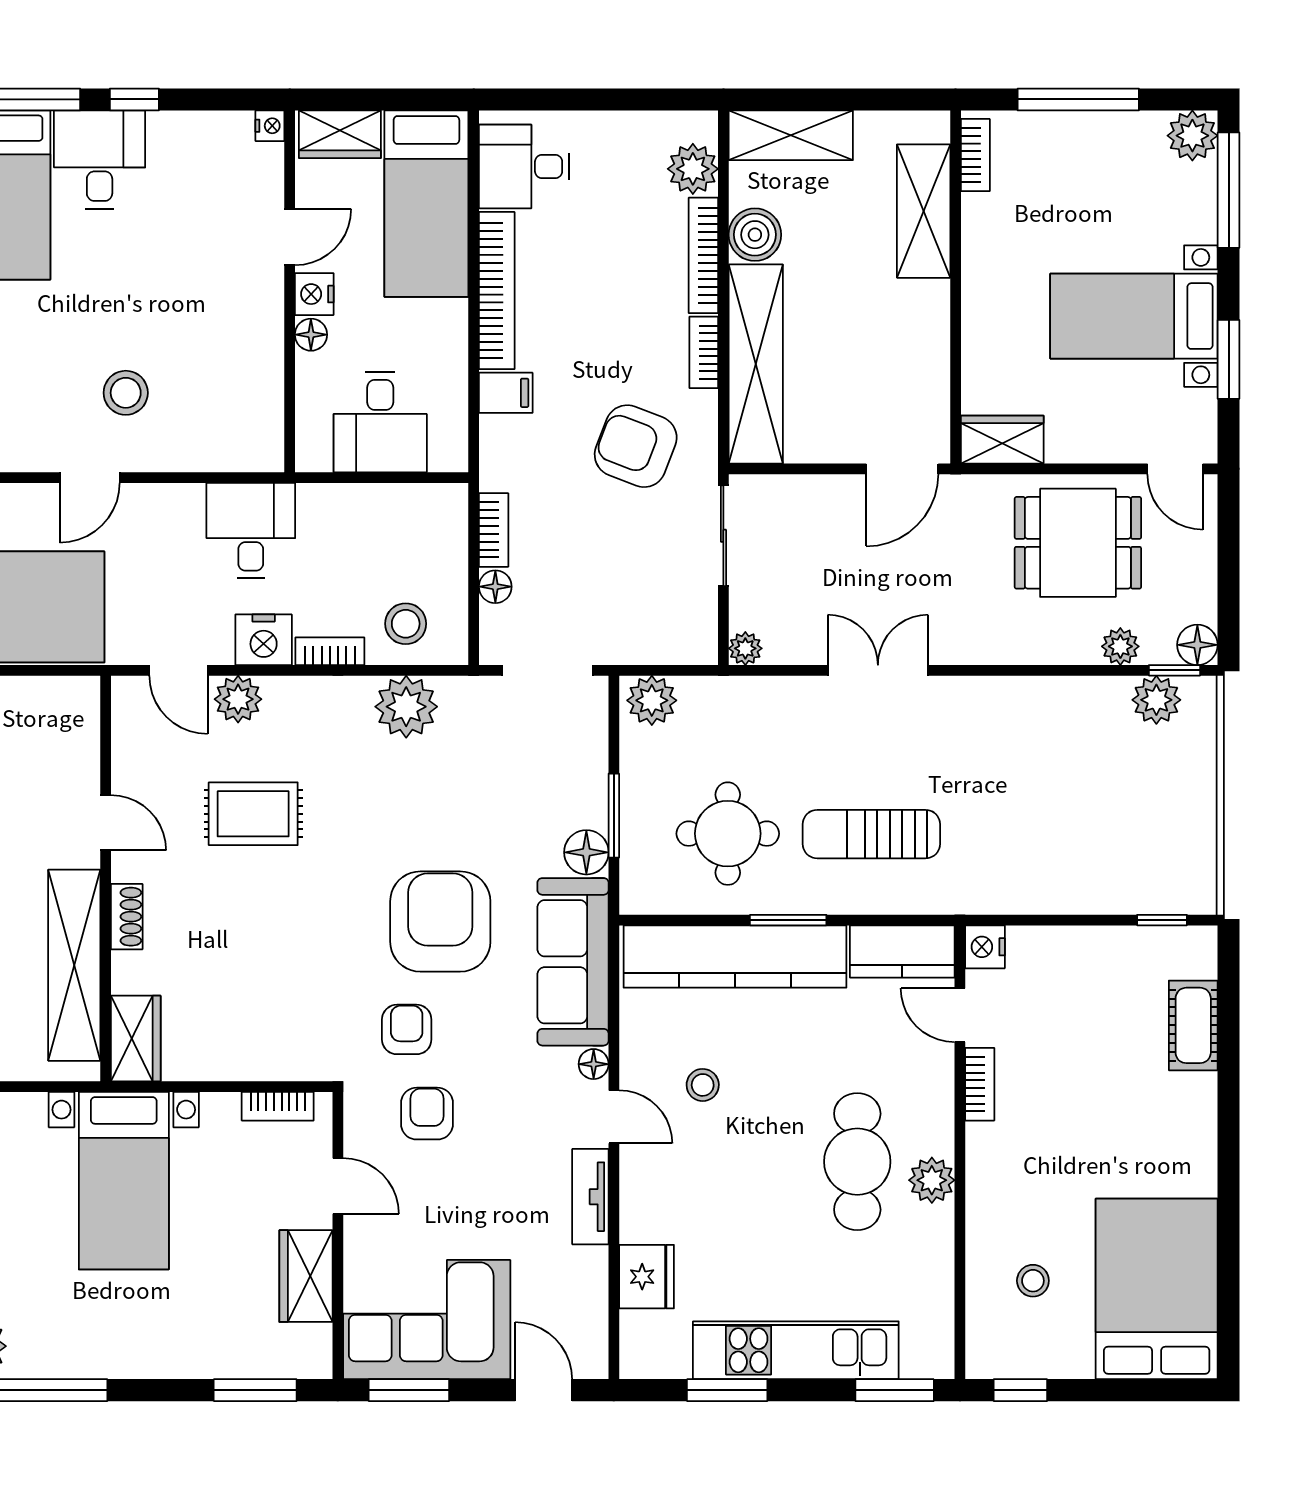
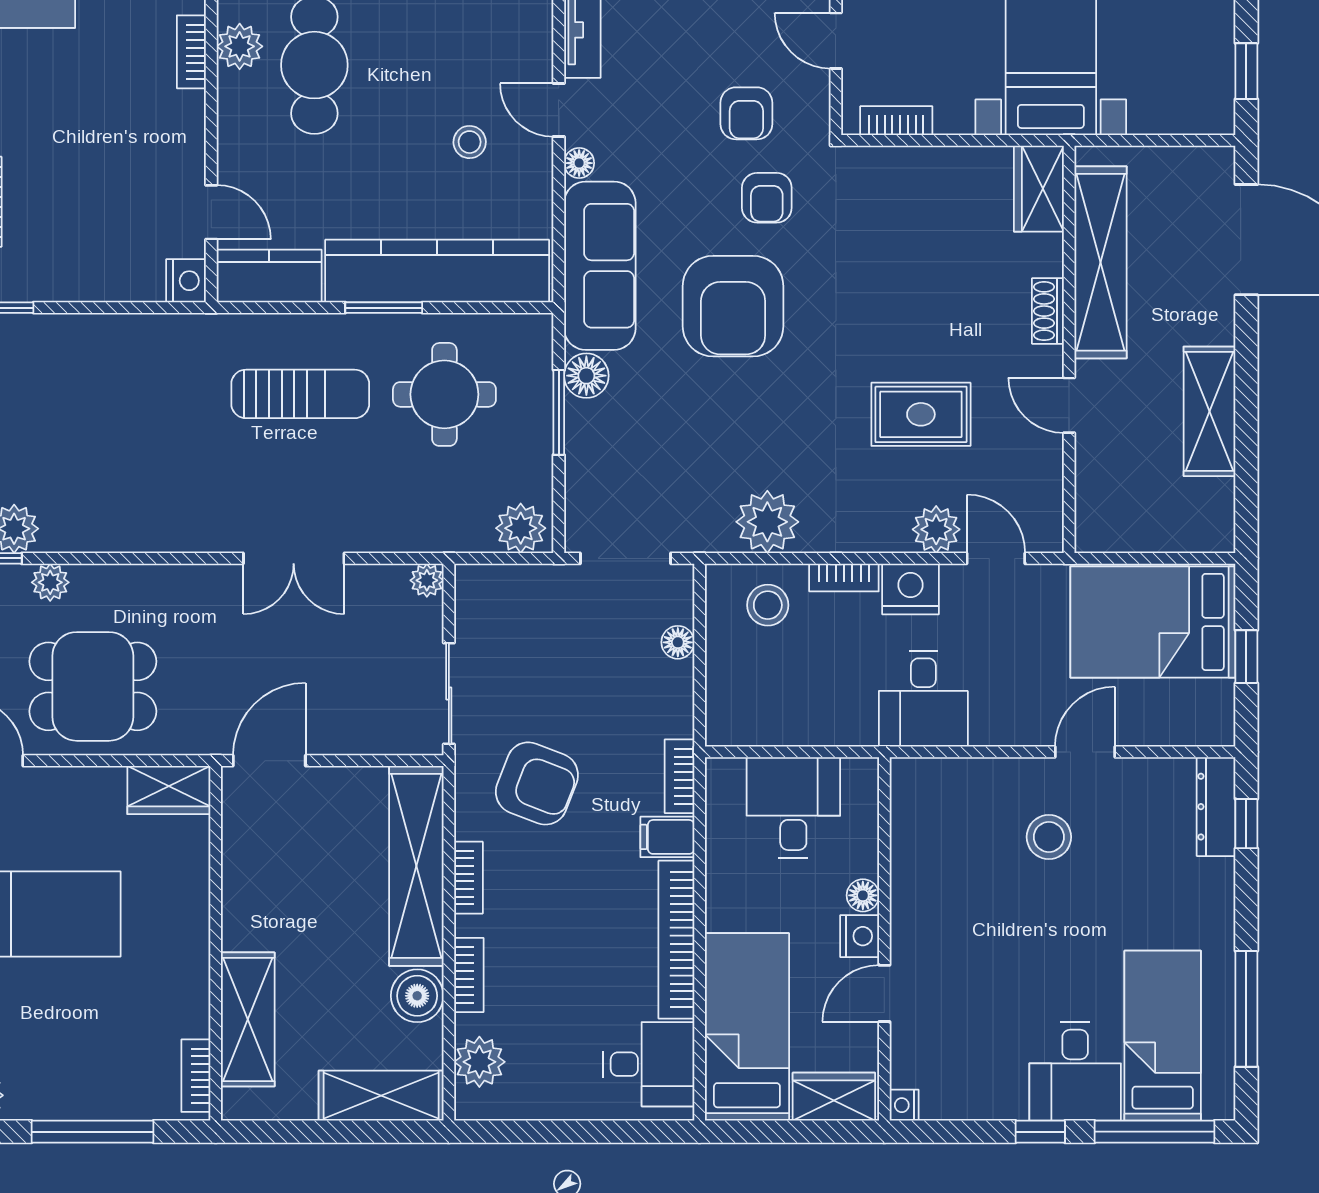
bookcase: (703, 255) -> (469, 975), width x0.64
bookcase: (494, 530) -> (679, 776), moved
bookcase: (980, 1084) -> (191, 52), moved

